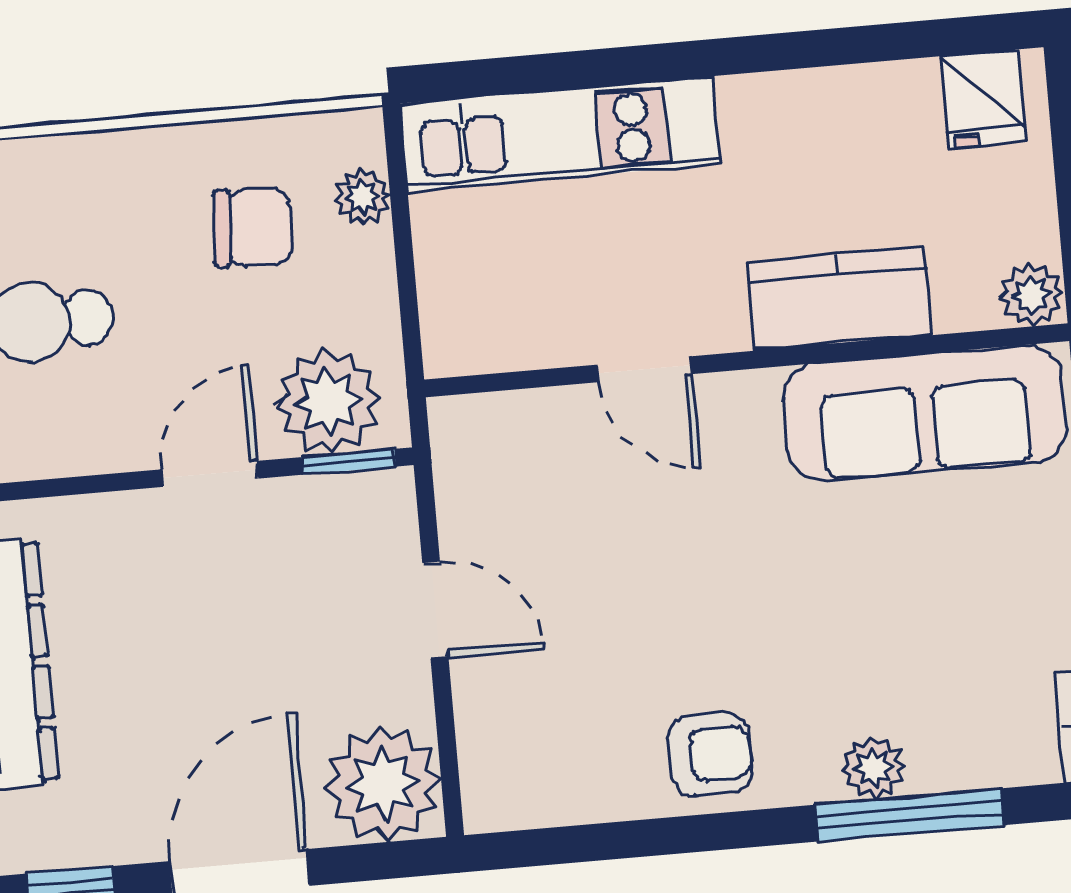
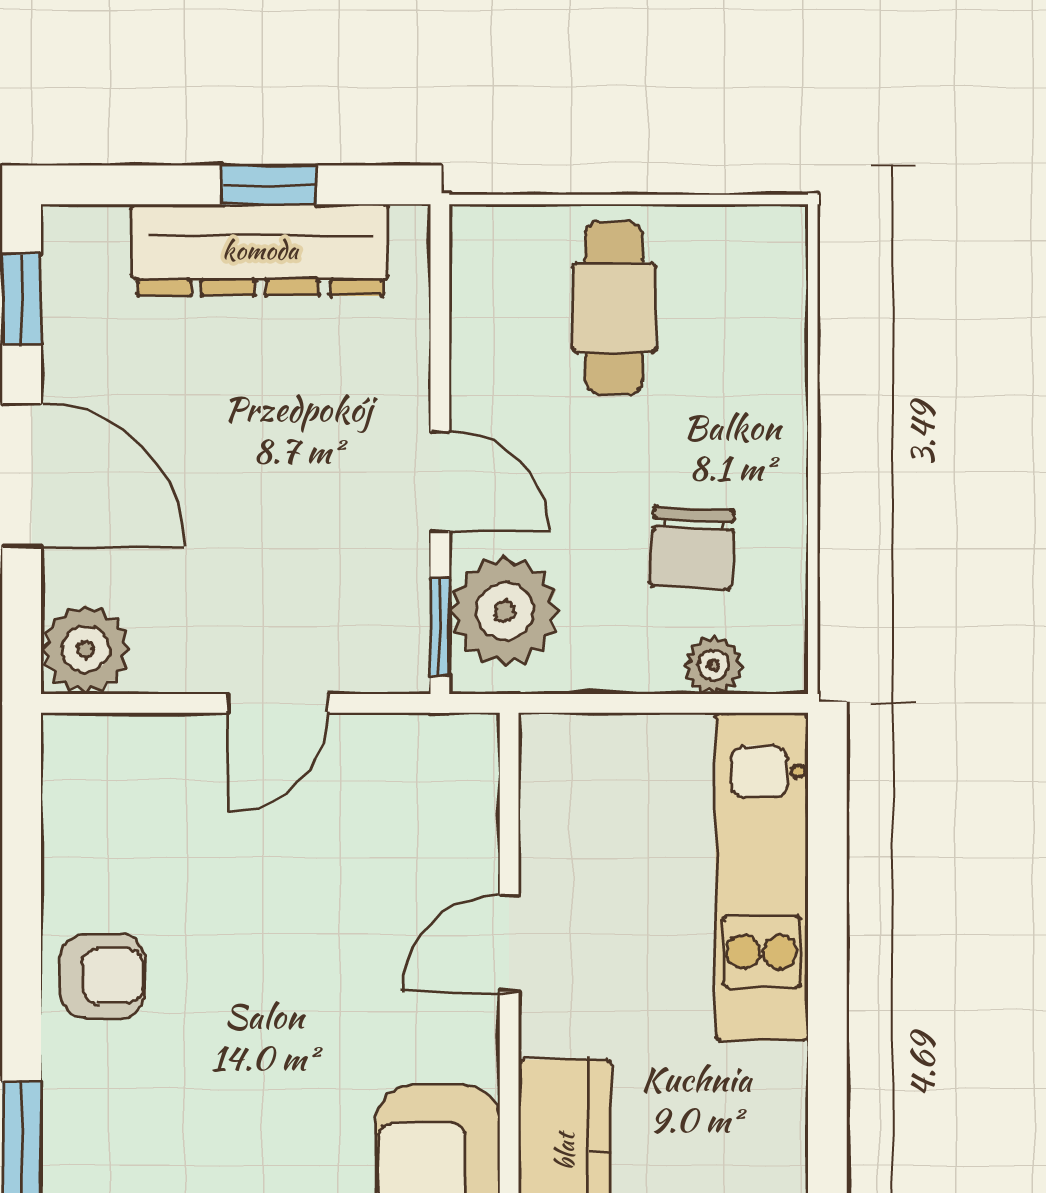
armchair: (710, 754) -> (103, 976), turned -90
plant: (873, 768) -> (74, 1145), removed
plant: (383, 784) -> (85, 649), width x0.73, depth x0.73

